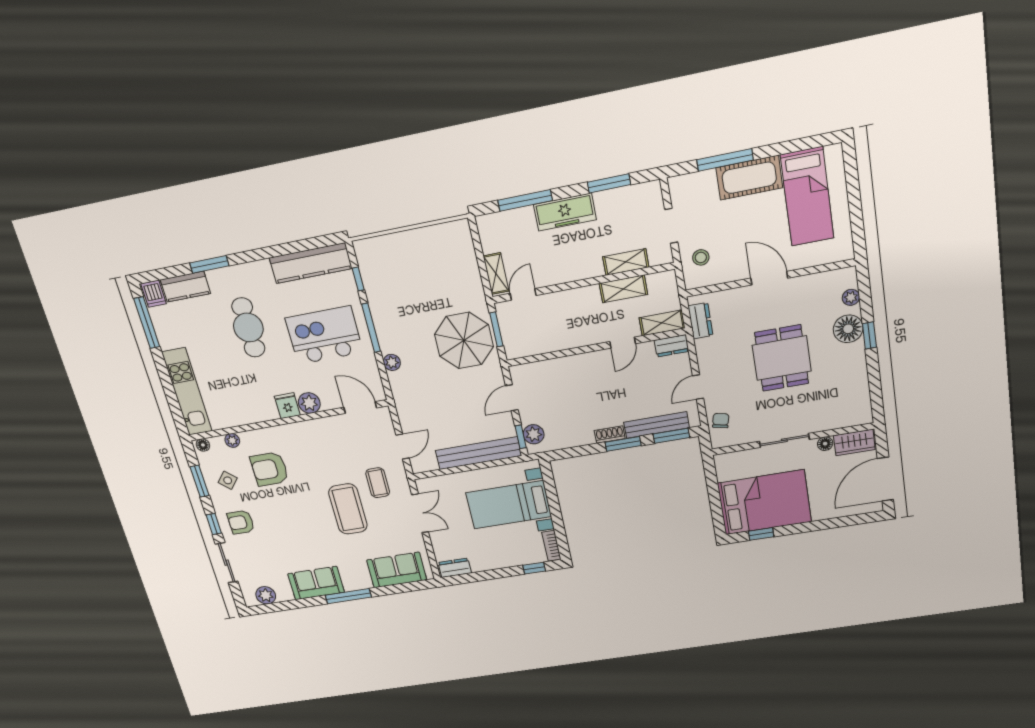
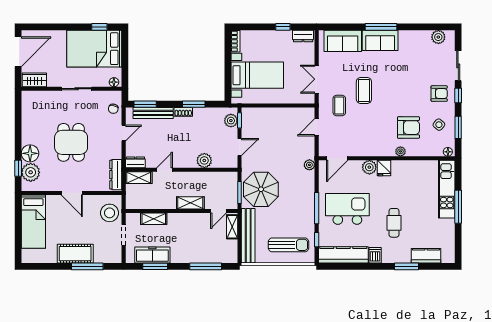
bed: (807, 197) -> (33, 222), moved, turned 180
freezer: (565, 212) -> (152, 255), moved
stool: (701, 257) -> (110, 213), width x1.89, depth x1.89
sun lounger: (400, 262) -> (288, 245), added
shelving: (623, 289) -> (190, 203), moved
dishwasher: (154, 294) -> (375, 255), moved
plant: (851, 297) -> (31, 172), width x1.87, depth x1.87
dresser: (700, 321) -> (116, 175), width x1.44
window: (147, 323) -> (458, 207), moved
cafe table: (248, 328) -> (394, 223), width x0.73, depth x0.74
kitchen island: (324, 335) -> (347, 209), turned 180
window: (869, 335) -> (18, 168), moved
plant: (392, 362) -> (309, 165), moved
plant: (562, 368) -> (204, 160), added
door: (360, 408) -> (337, 158), hinge flipped
plant: (232, 440) -> (400, 151), moved
window: (623, 444) -> (194, 104), moved
floor lamp: (825, 444) -> (114, 82), moved
bench: (478, 453) -> (248, 236), moved, turned 90
coffee table: (348, 509) -> (364, 90), width x0.73, depth x0.76
window: (534, 568) -> (283, 27), moved
sofa: (316, 583) -> (380, 40), moved

